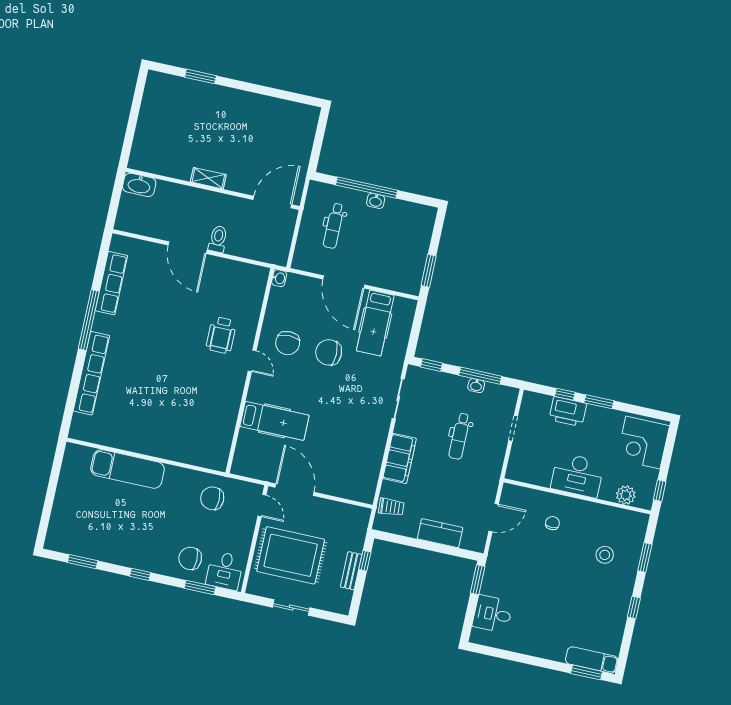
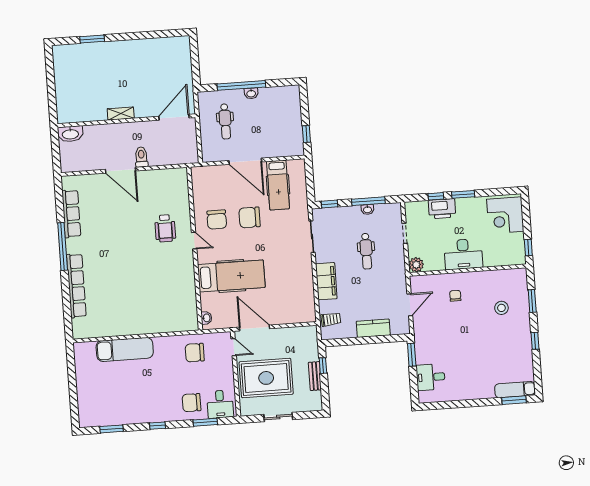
window: (429, 271) -> (306, 134), width x0.67
washbasin: (279, 278) -> (206, 318), moved
hospital bed: (274, 421) -> (231, 276), width x1.37, depth x1.29
plant: (626, 495) -> (416, 265), moved

